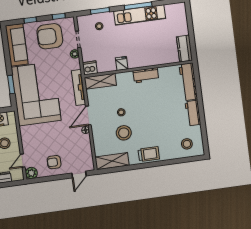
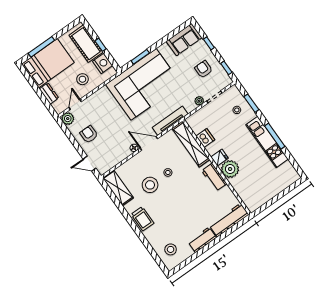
armchair: (50, 36) -> (203, 69), width x0.53, depth x0.53
sofa: (17, 45) -> (184, 40), width x0.73
kitchen counter: (185, 49) -> (258, 200), removed
plant: (146, 58) -> (230, 169), added
fridge: (122, 63) -> (220, 158), moved
dishwasher: (90, 68) -> (205, 138), moved
shelving: (100, 81) -> (191, 144), width x1.47
door: (23, 161) -> (75, 104), hinge flipped

